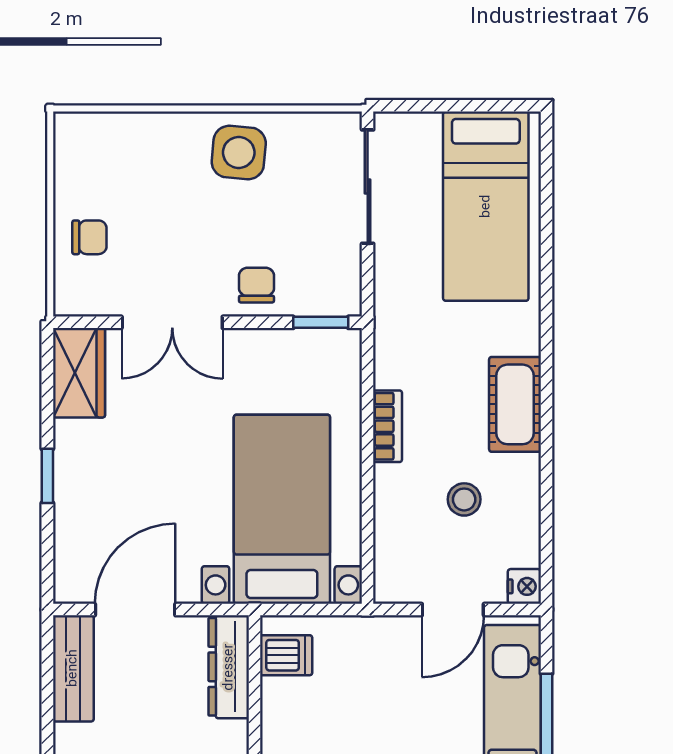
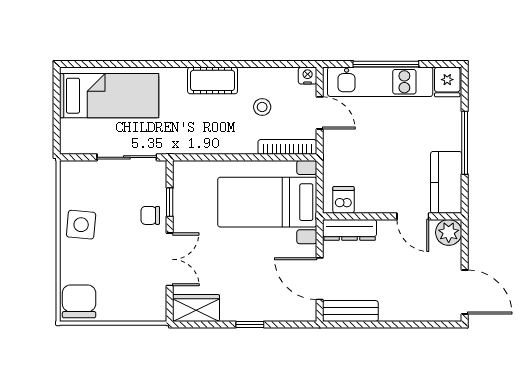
sliding door: (368, 187) -> (127, 157), moved
chair: (89, 237) -> (79, 301), moved, width x1.87, depth x1.87
window: (321, 322) -> (170, 202), moved
bookcase: (388, 426) -> (287, 147), moved, width x1.56

